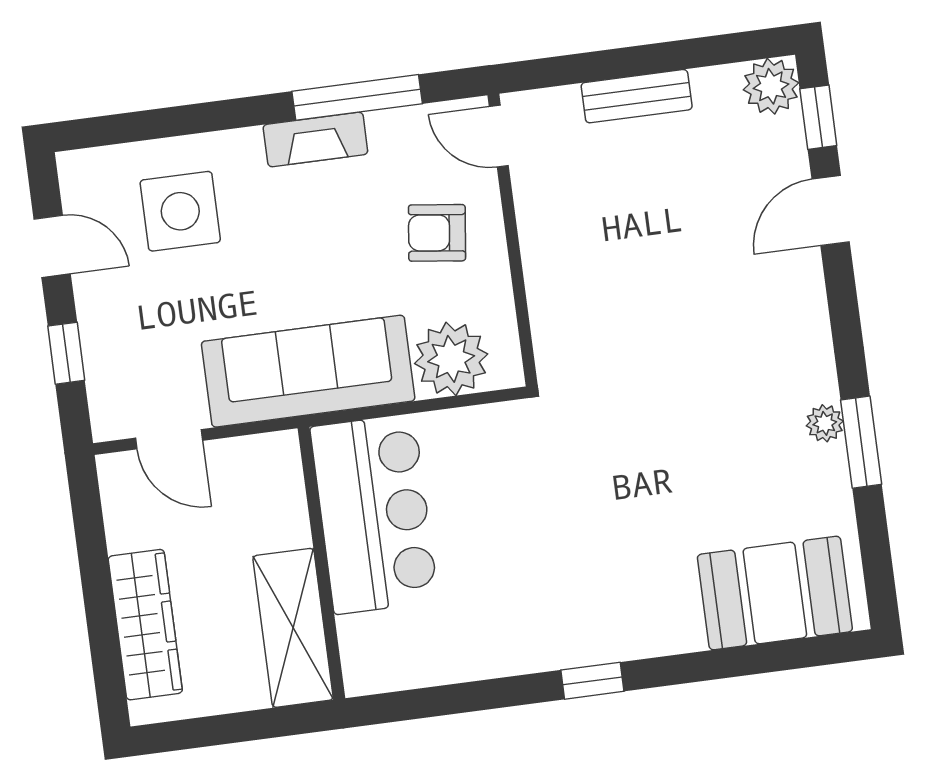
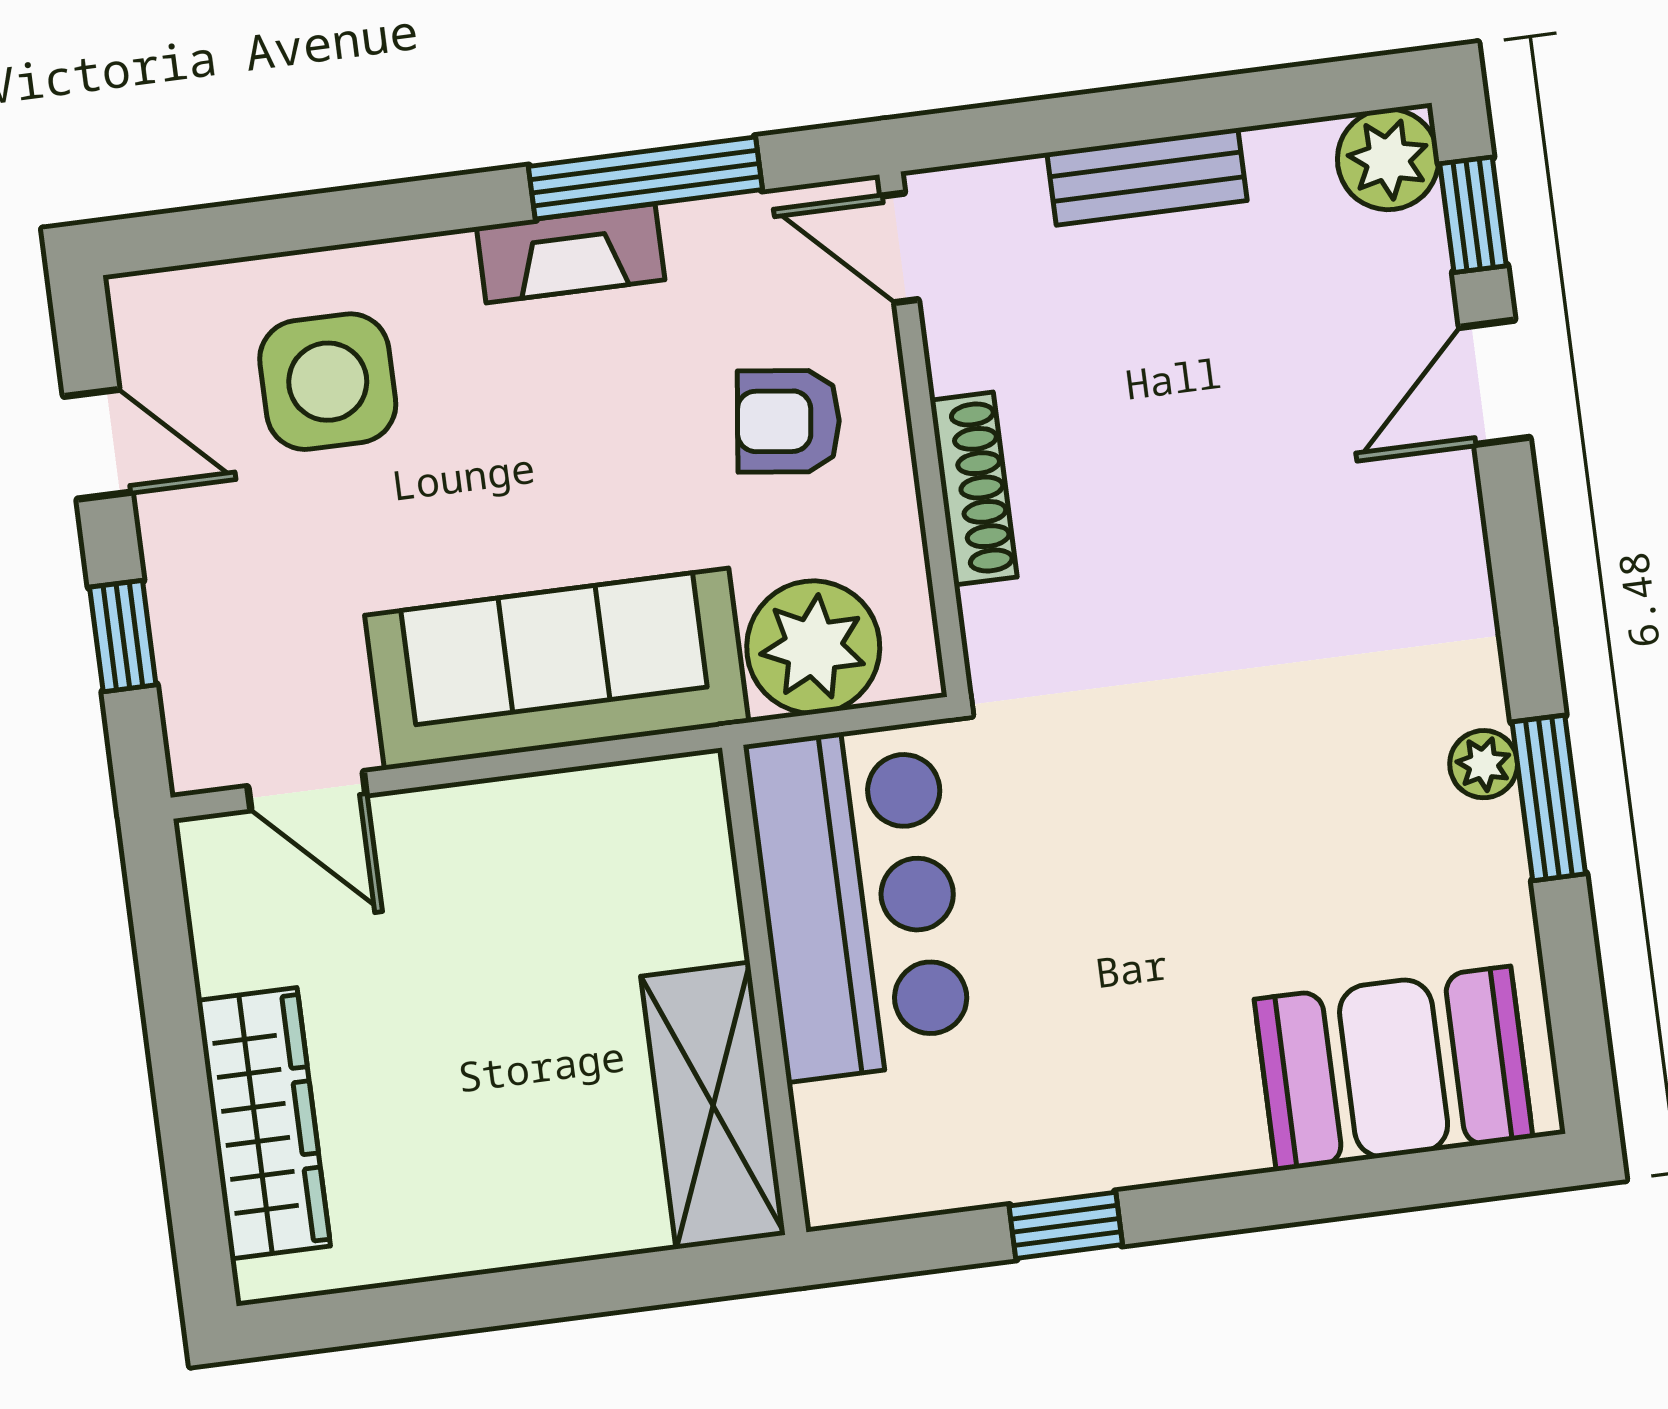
shoe rack: (540, 270) -> (974, 489), added
bar counter: (374, 514) -> (859, 902), moved
wall: (322, 563) -> (764, 990), moved
shelving: (293, 628) -> (713, 1106), moved

